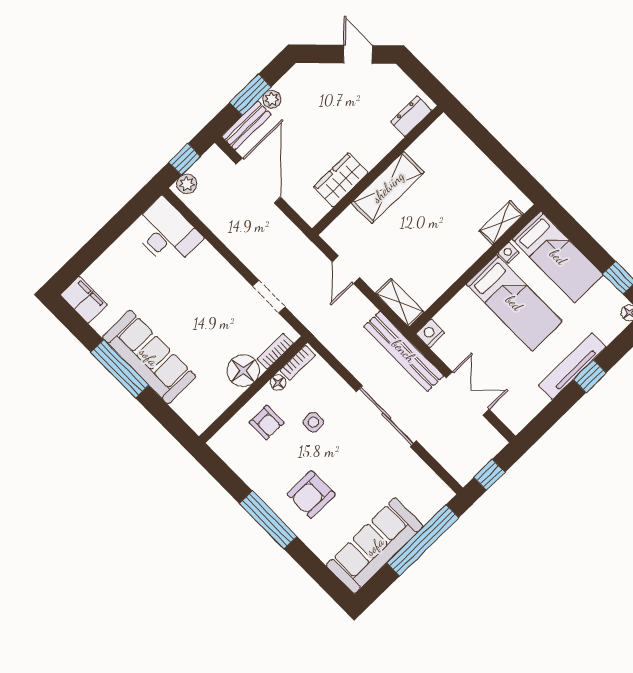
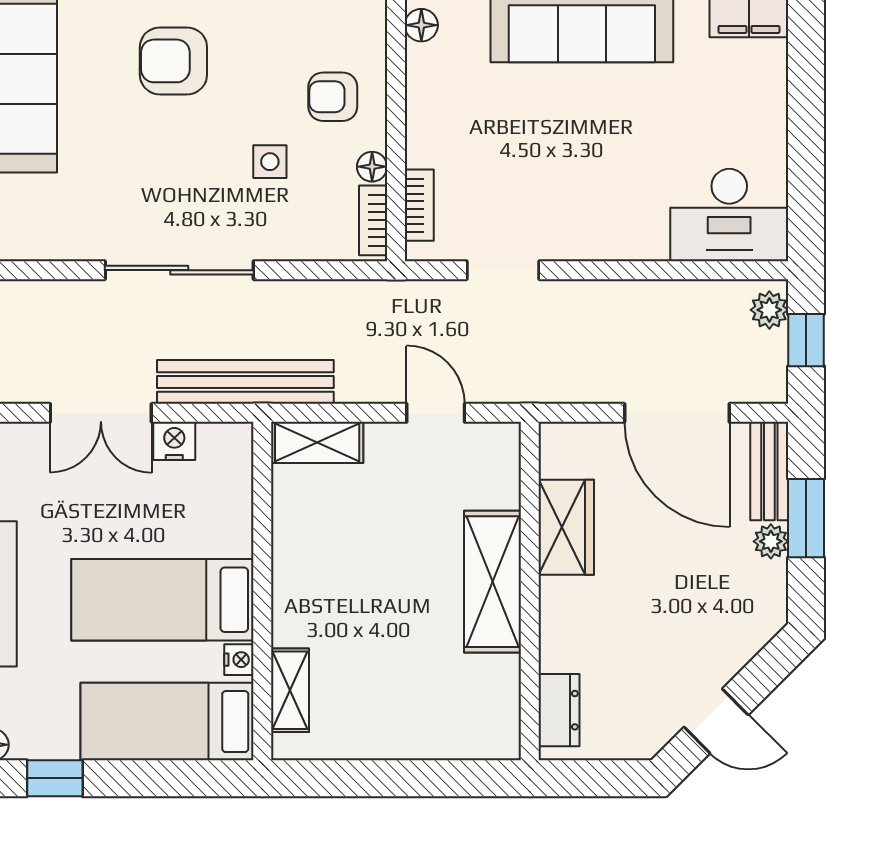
nightstand: (430, 333) -> (174, 441), moved, turned -90
floor lamp: (243, 371) -> (421, 25), moved, width x0.53, depth x0.53
armchair: (311, 494) -> (173, 61), turned -90

